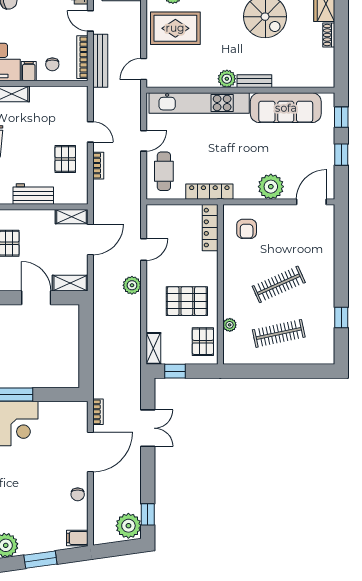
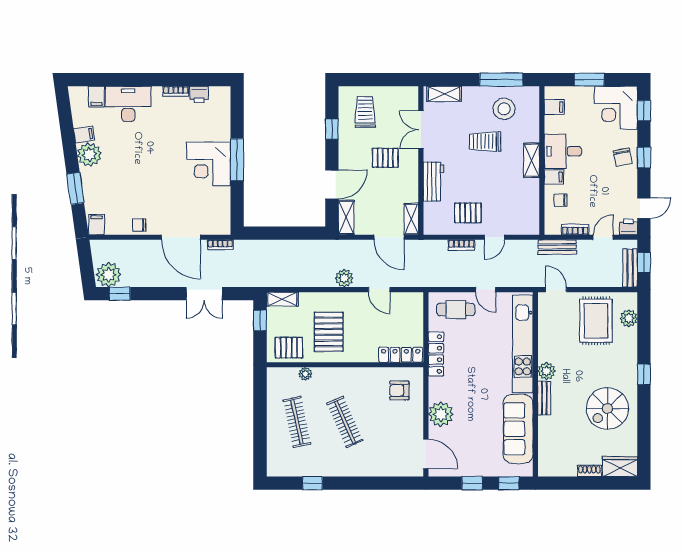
bookcase: (82, 57) -> (575, 229), width x0.64
bench: (100, 61) -> (557, 247), width x0.73

